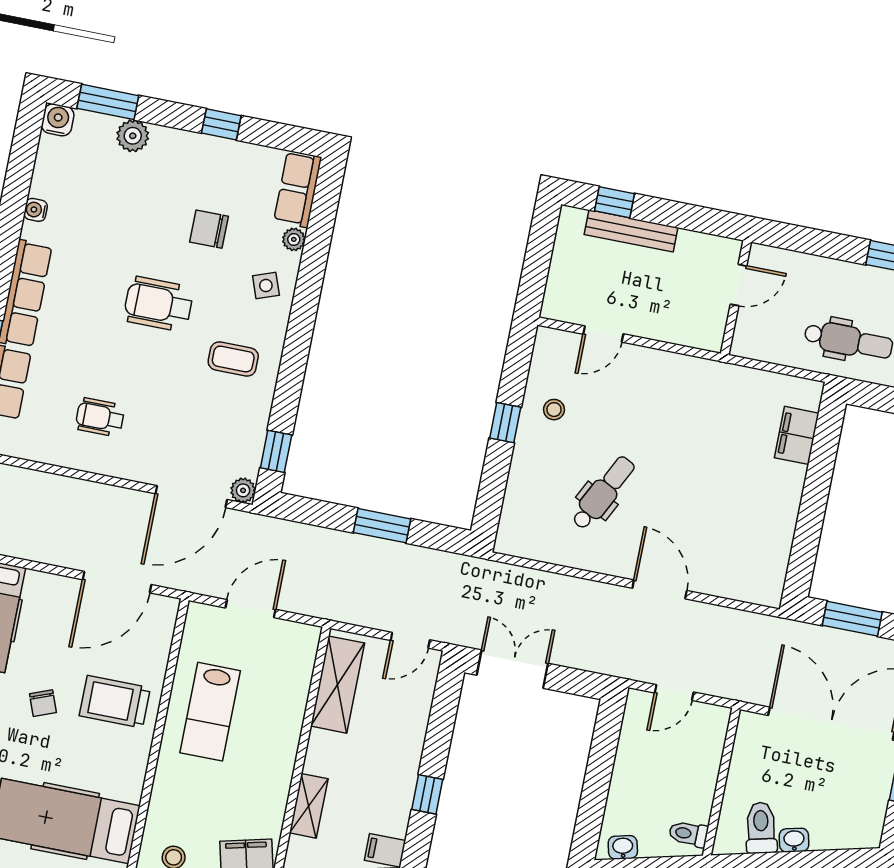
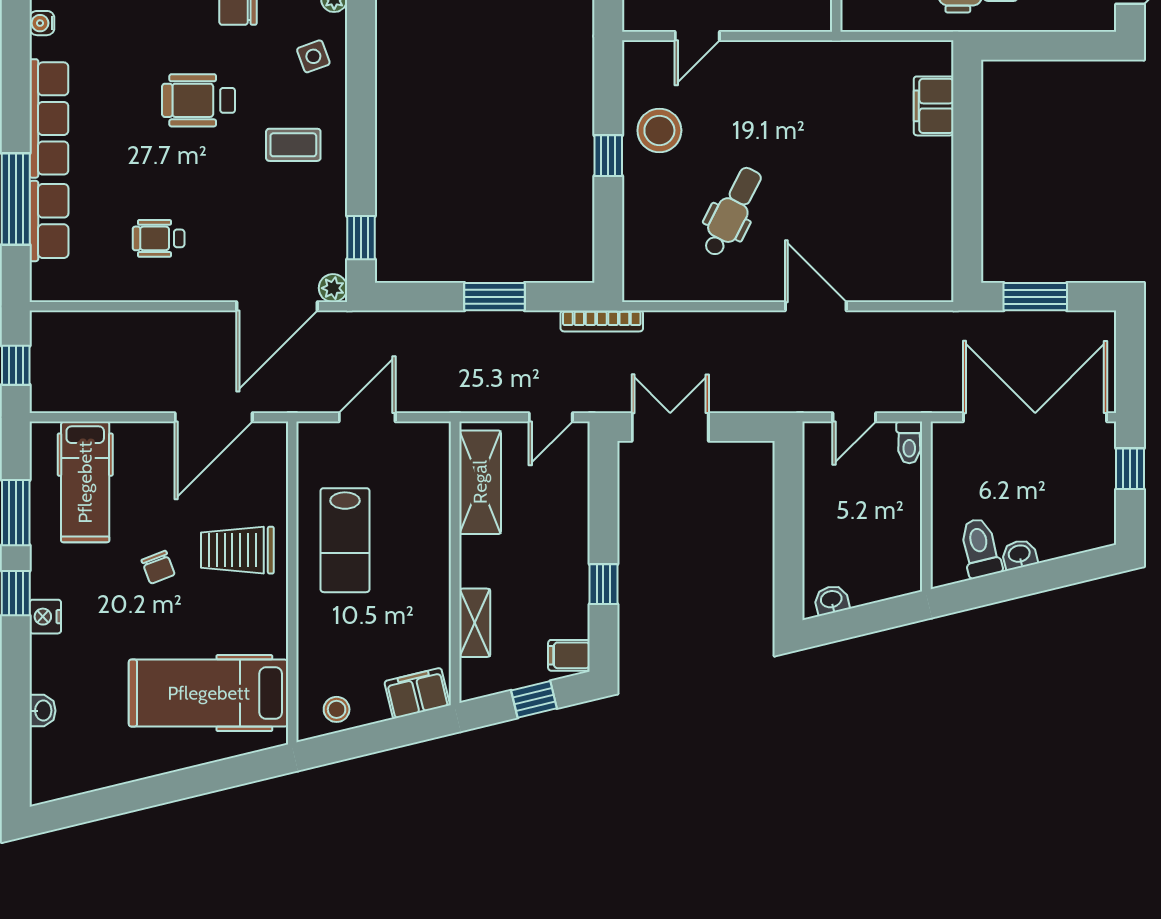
stool: (554, 410) -> (659, 130), width x1.89, depth x1.89
bookcase: (471, 565) -> (602, 321), added
toilet: (688, 834) -> (909, 442), moved, turned -90

